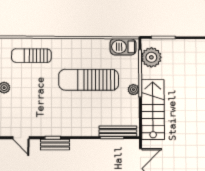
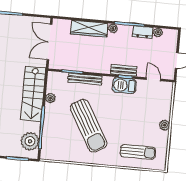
barbecue: (123, 47) -> (124, 85), moved, turned 180
sun lounger: (89, 80) -> (89, 126), turned 60
plant: (133, 90) -> (50, 98), moved
bench: (118, 131) -> (85, 79), moved

